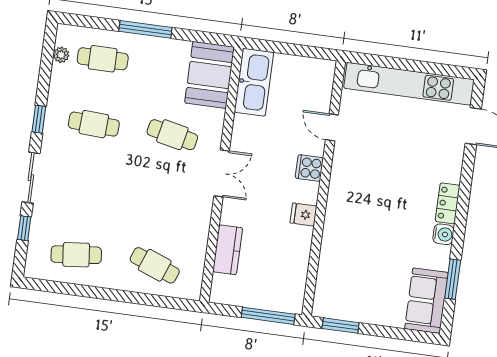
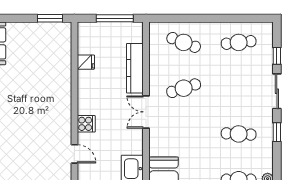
cafe table: (172, 135) -> (184, 88), moved, turned -30
fridge: (304, 215) -> (86, 62), moved
kitchen counter: (228, 250) -> (135, 68), width x1.50
window: (268, 316) -> (115, 18), moved

